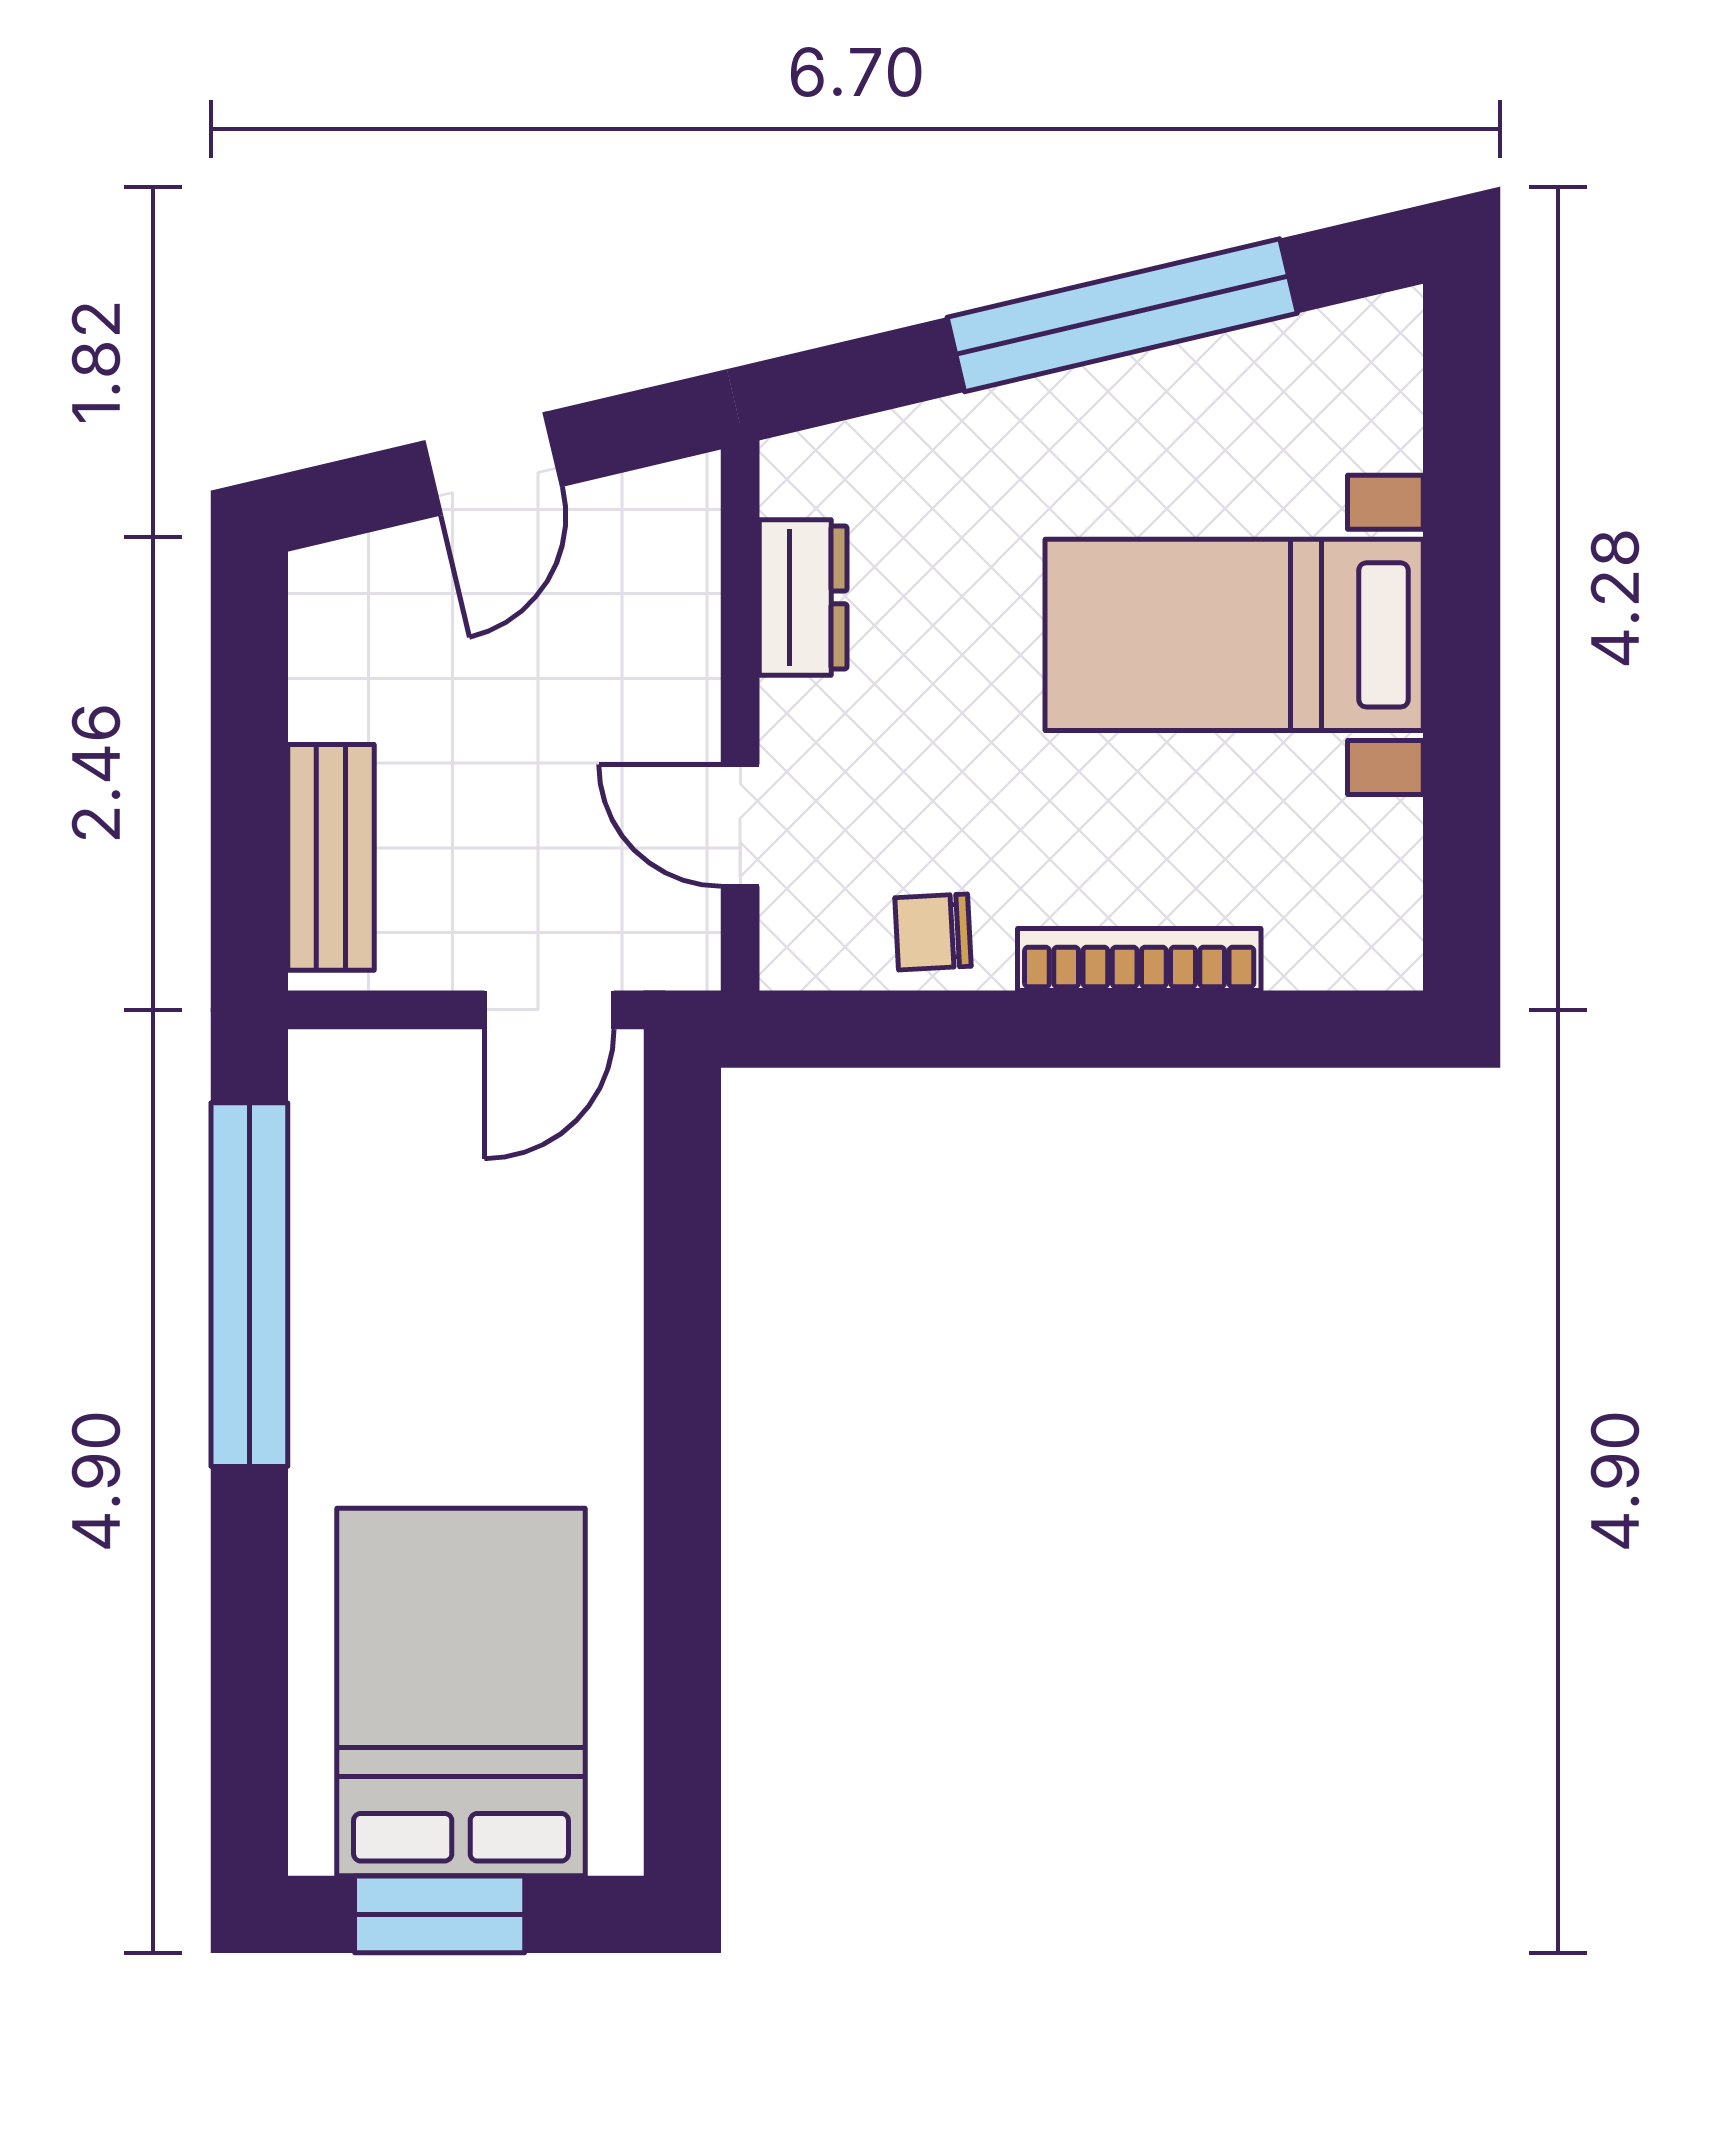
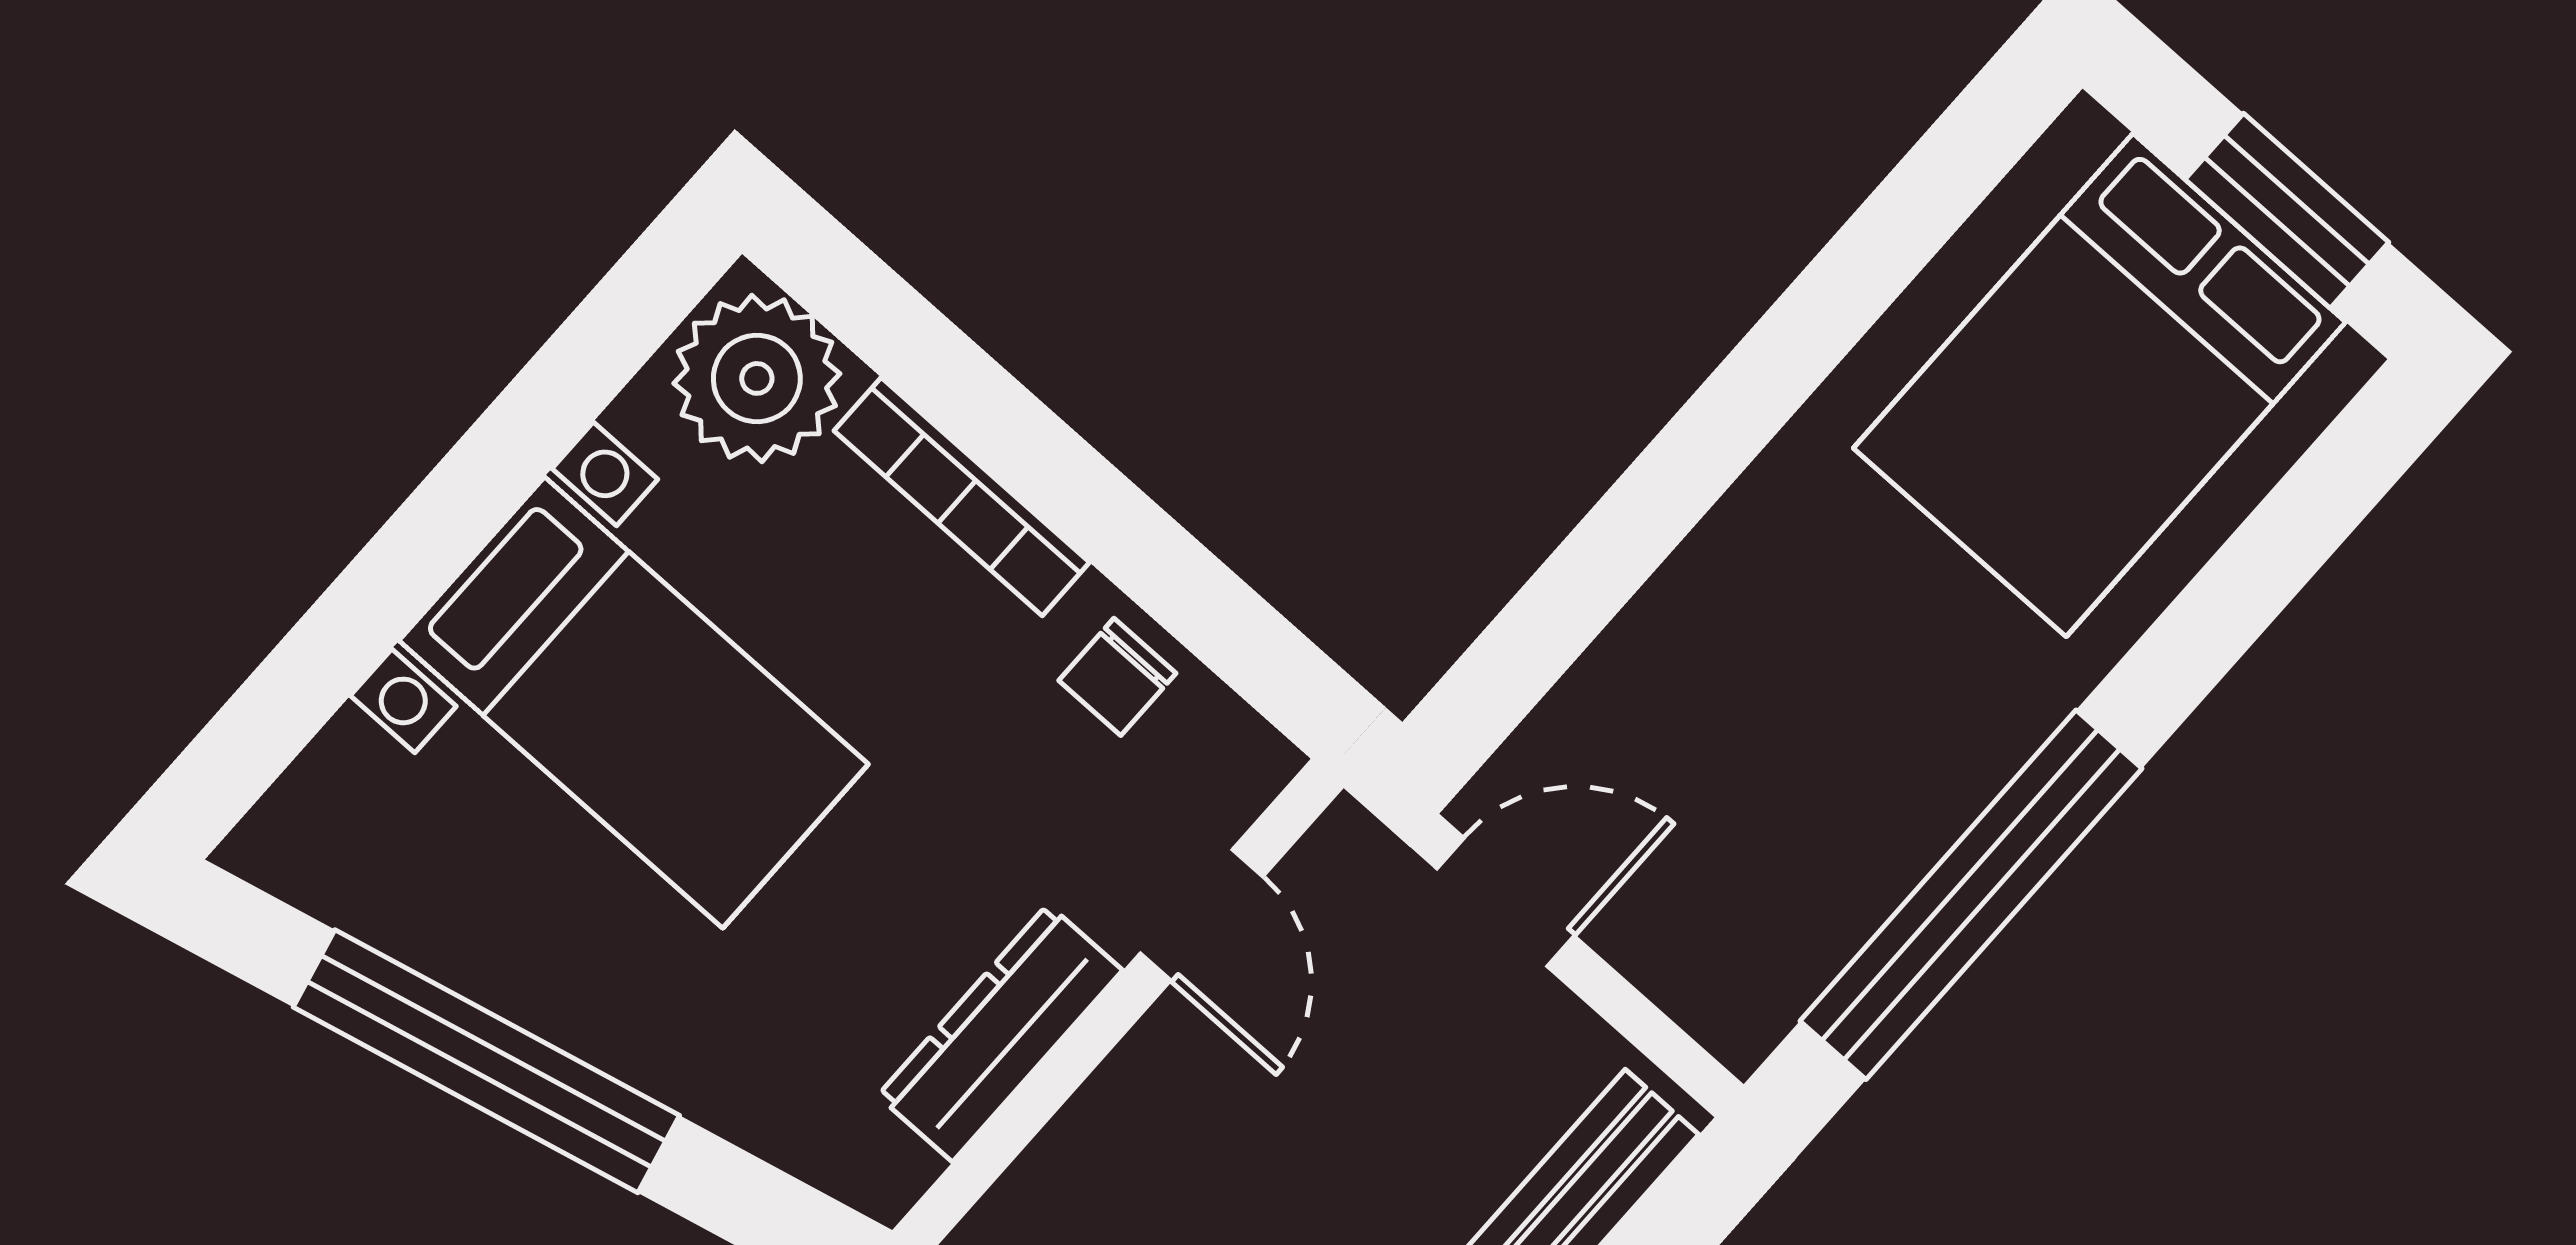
dresser: (803, 597) -> (1000, 1033), width x1.44
plant: (1341, 918) -> (757, 378), added
chair: (933, 932) -> (1117, 677), turned 93

